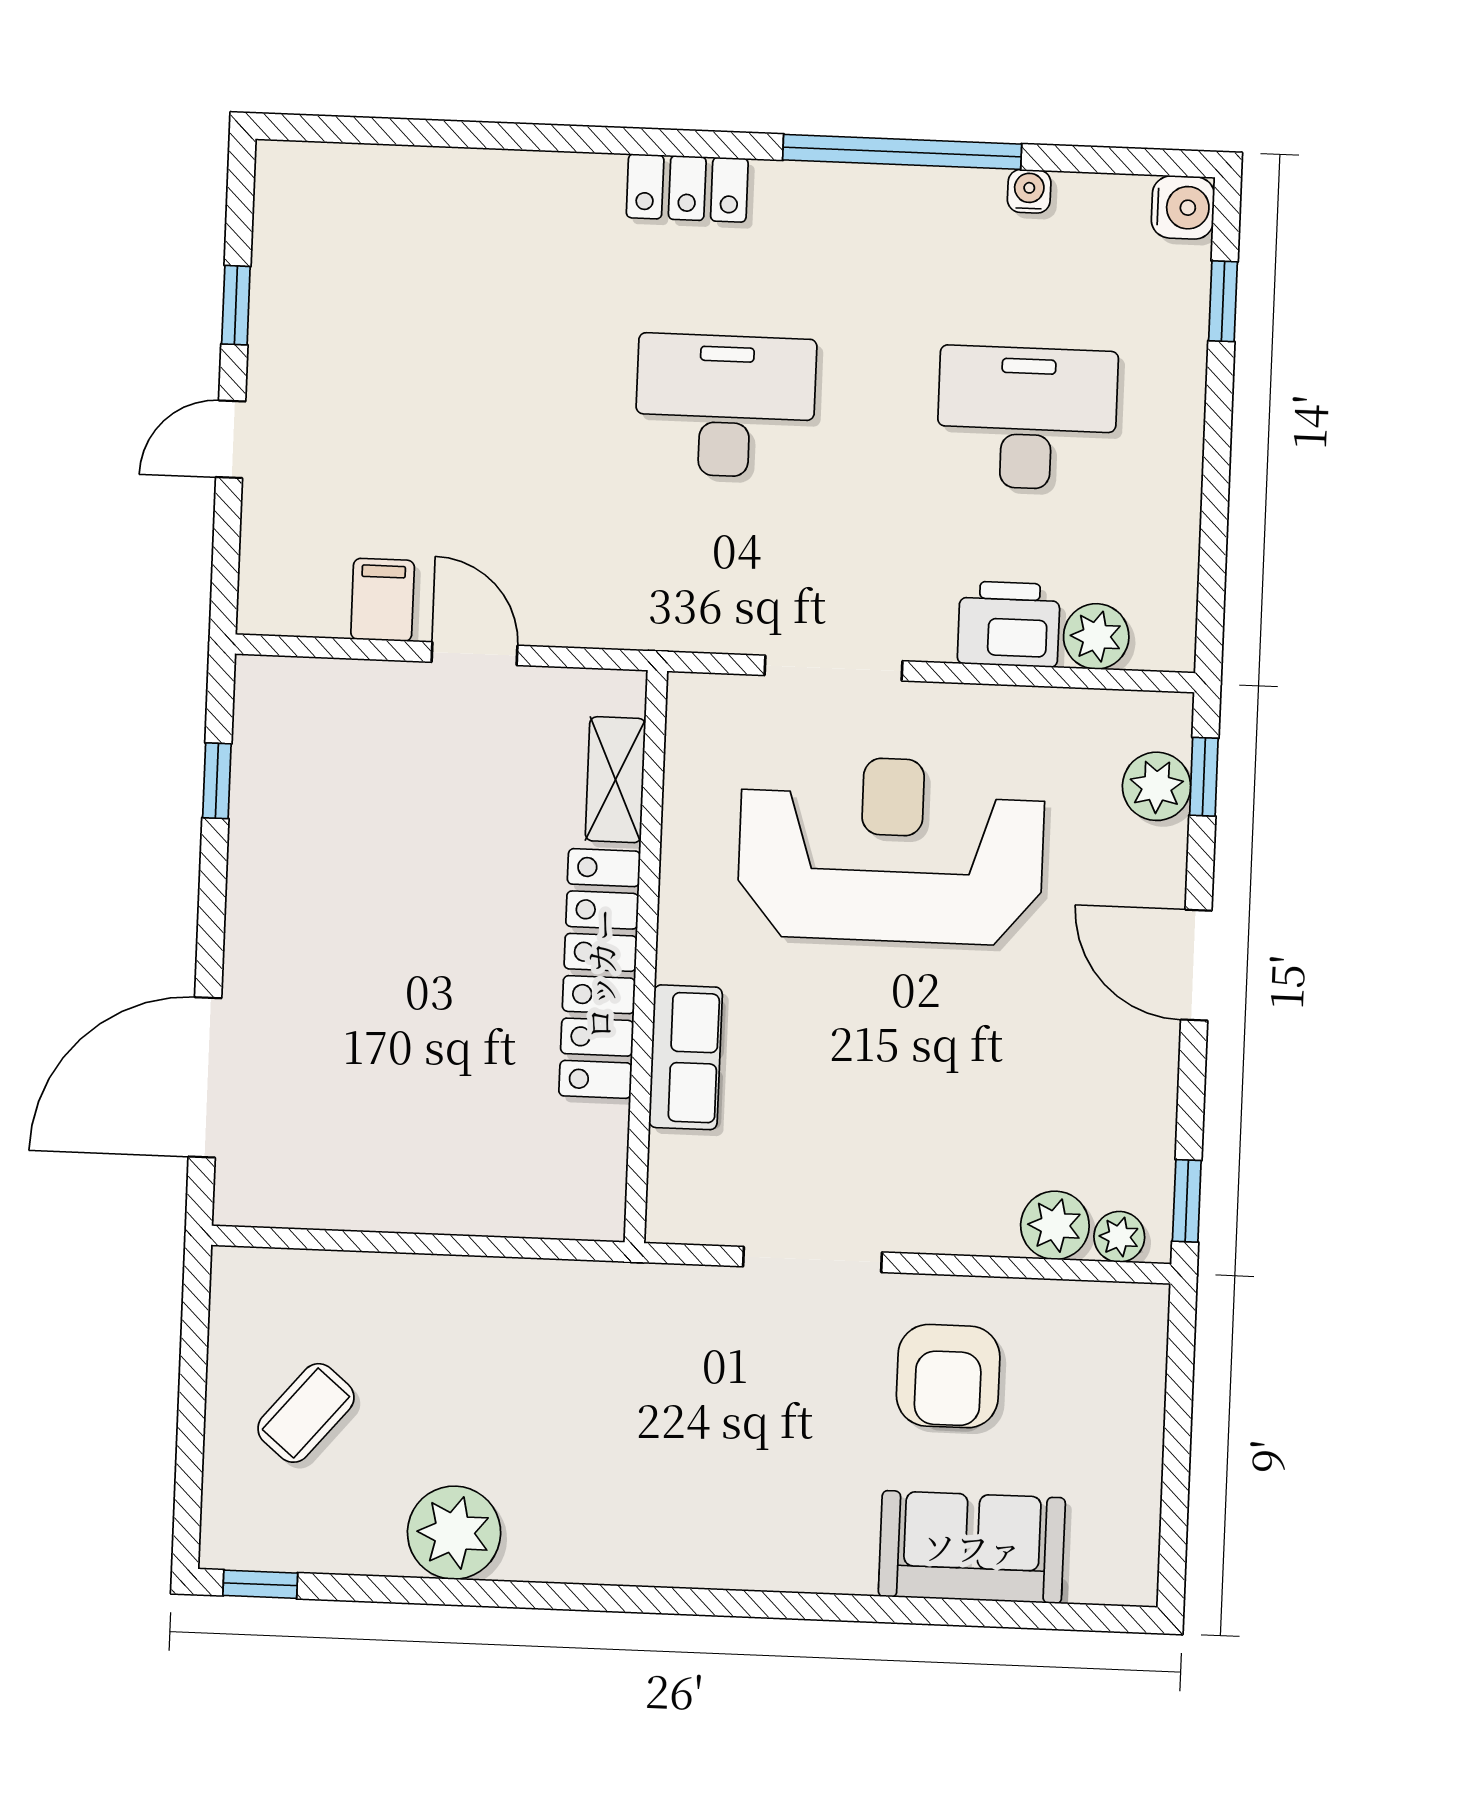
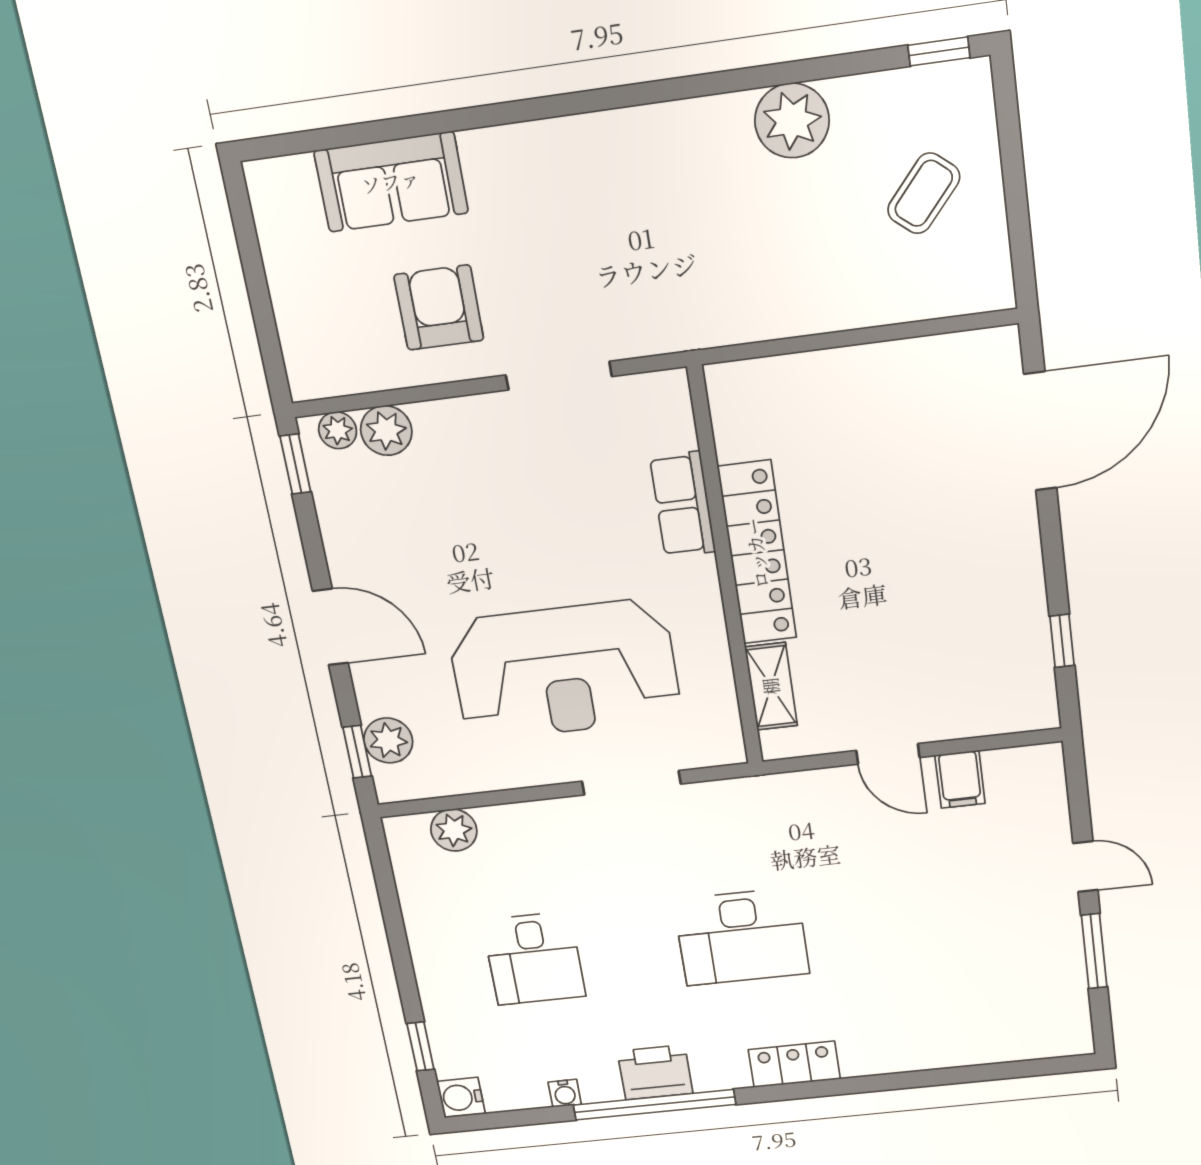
window: (236, 305) -> (1094, 951), width x1.50
desk: (1027, 418) -> (534, 958), width x0.73
door: (231, 439) -> (1085, 867), hinge flipped
printer: (1009, 624) -> (655, 1072), moved, turned 180

